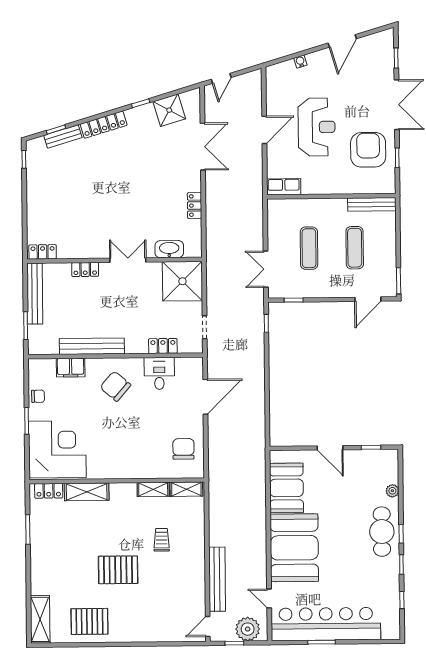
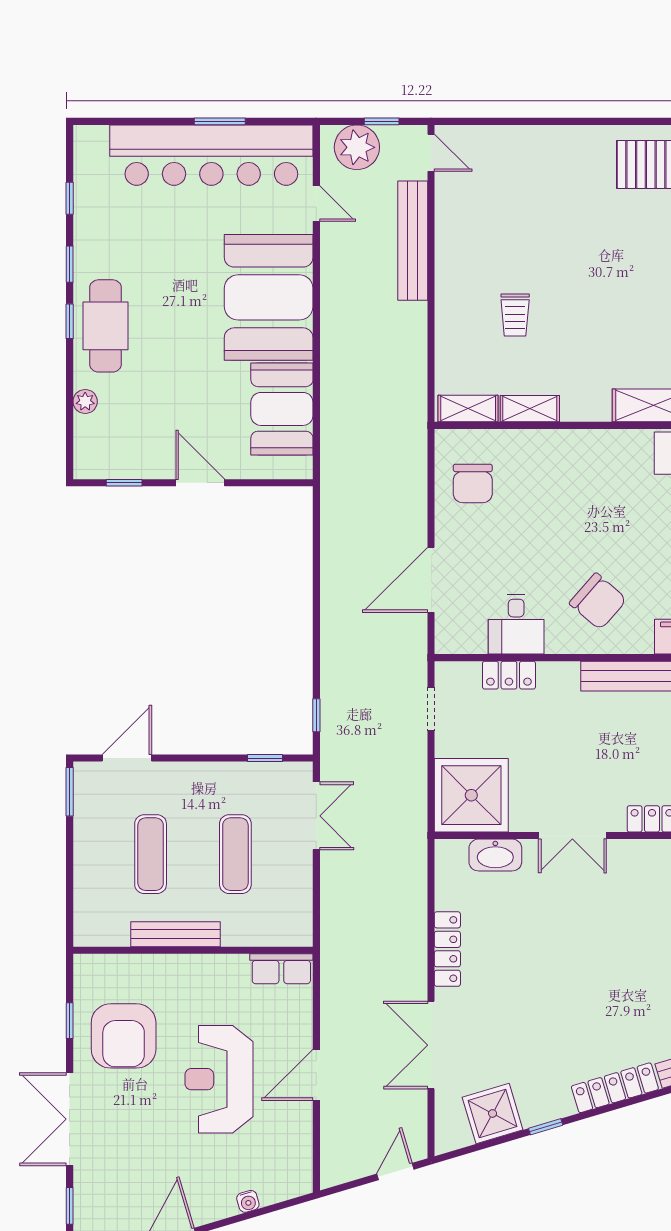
bench: (372, 204) -> (176, 934), moved
locker: (195, 206) -> (447, 949), width x1.53
pallet: (118, 570) -> (597, 260), removed
door: (208, 626) -> (431, 153), hinge flipped

